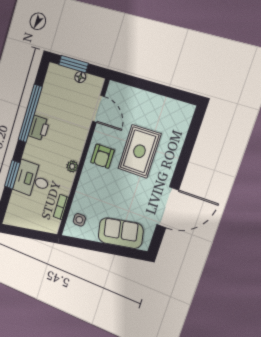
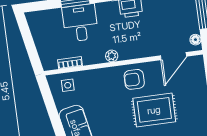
floor lamp: (80, 77) -> (195, 40), moved

